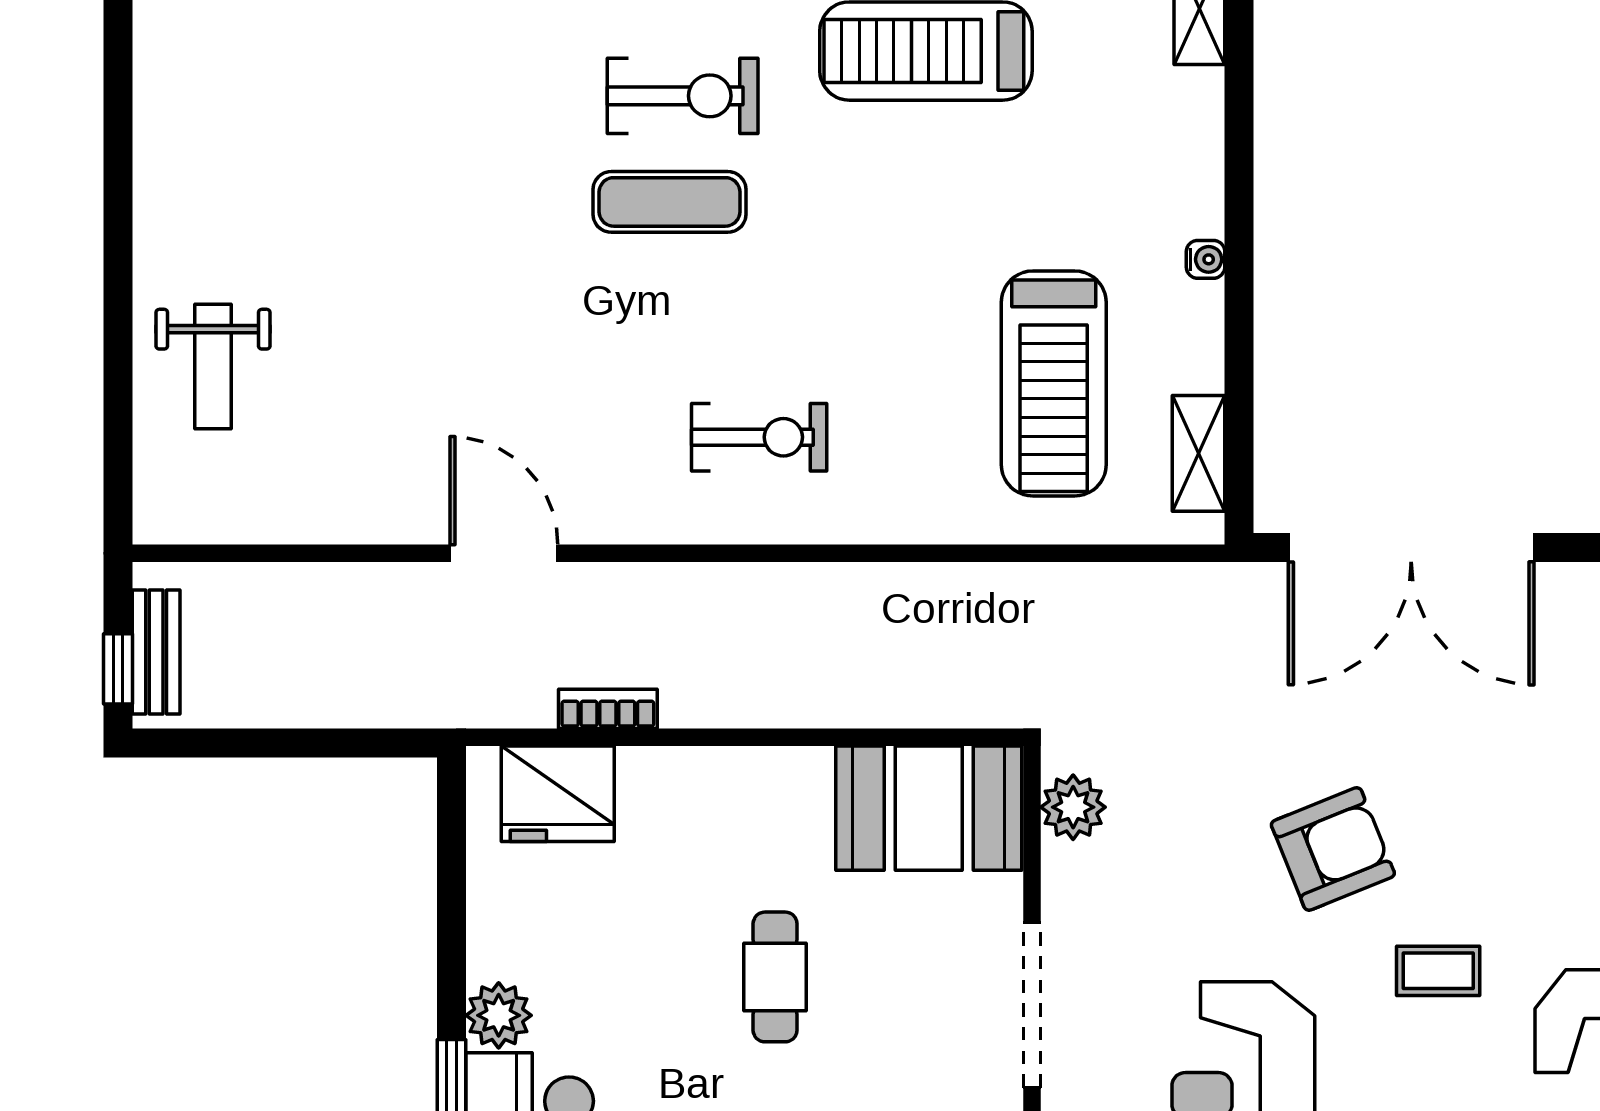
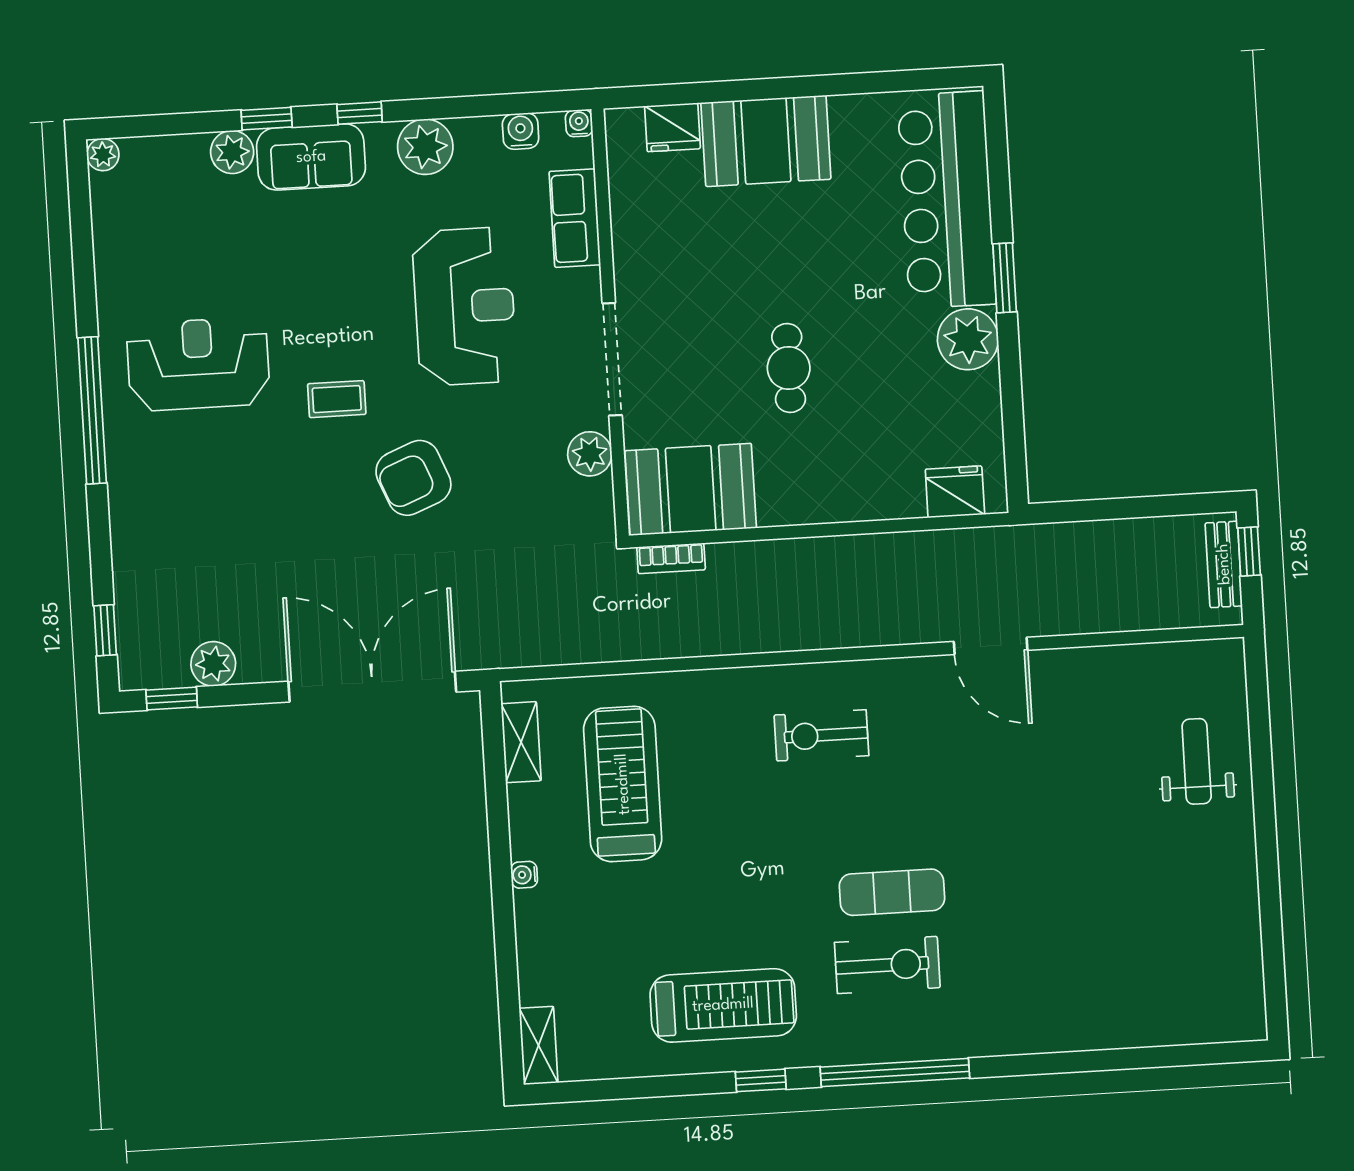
exercise bike: (683, 96) -> (887, 965), turned 180
bookcase: (608, 709) -> (671, 558), moved
fridge: (558, 794) -> (955, 492), width x0.73, depth x0.75
plant: (1073, 807) -> (590, 454), moved
plant: (499, 1015) -> (968, 339), width x1.36, depth x1.36

